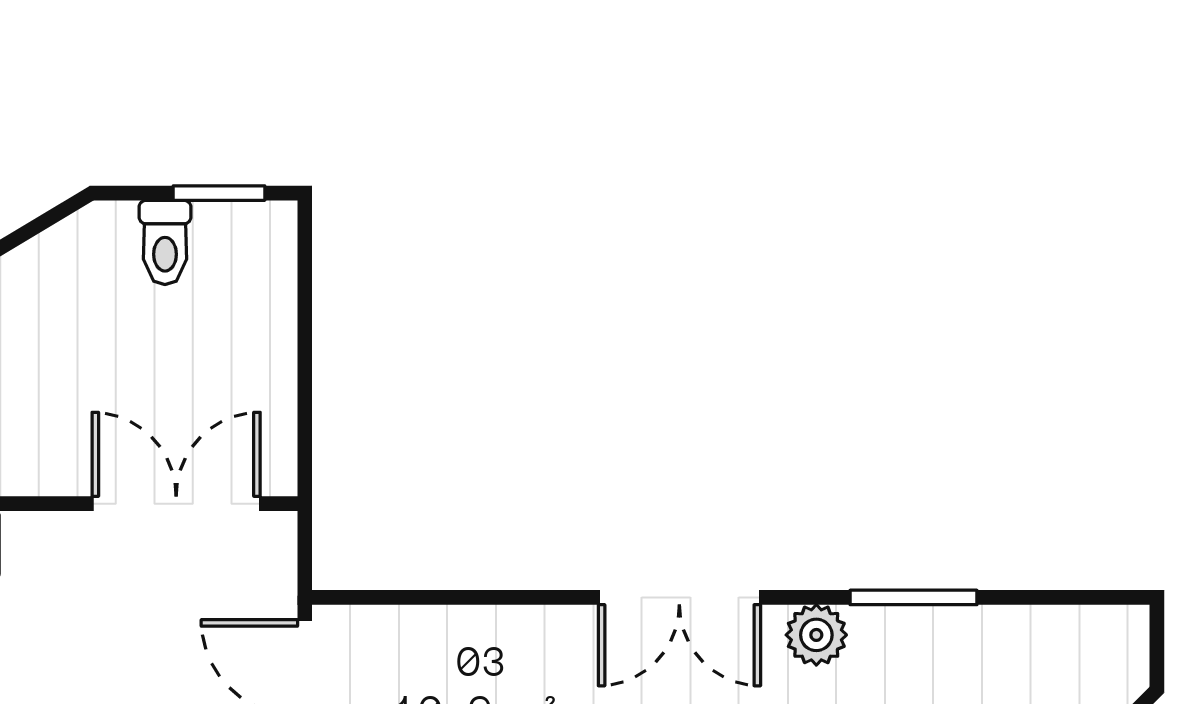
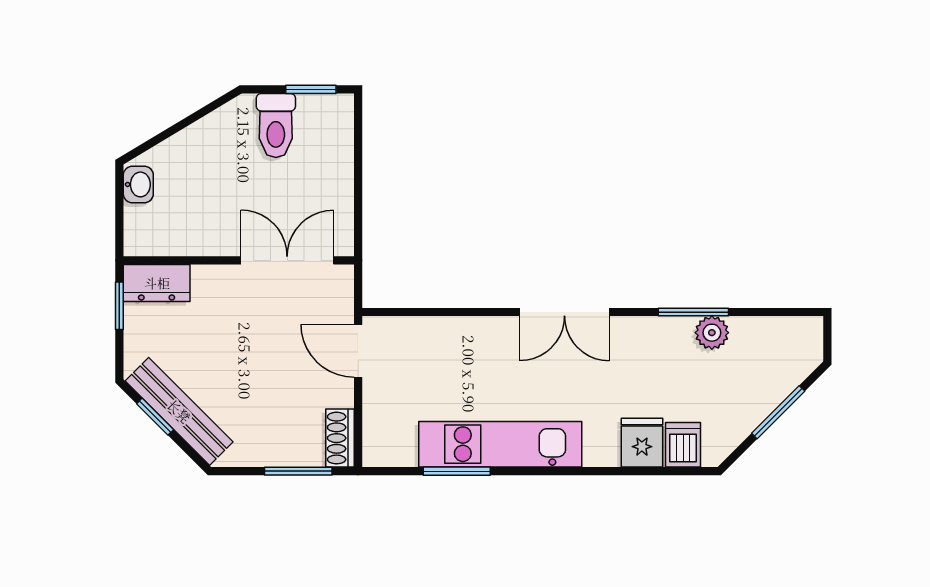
toilet: (165, 242) -> (276, 125), width x1.37, depth x1.39
plant: (816, 635) -> (712, 333), moved

